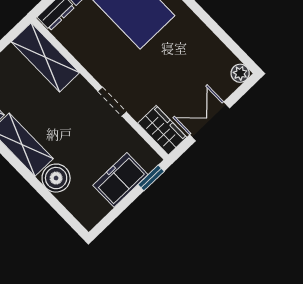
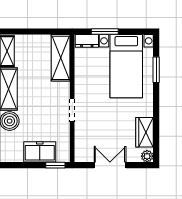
wardrobe: (162, 130) -> (145, 132), moved, turned 180

